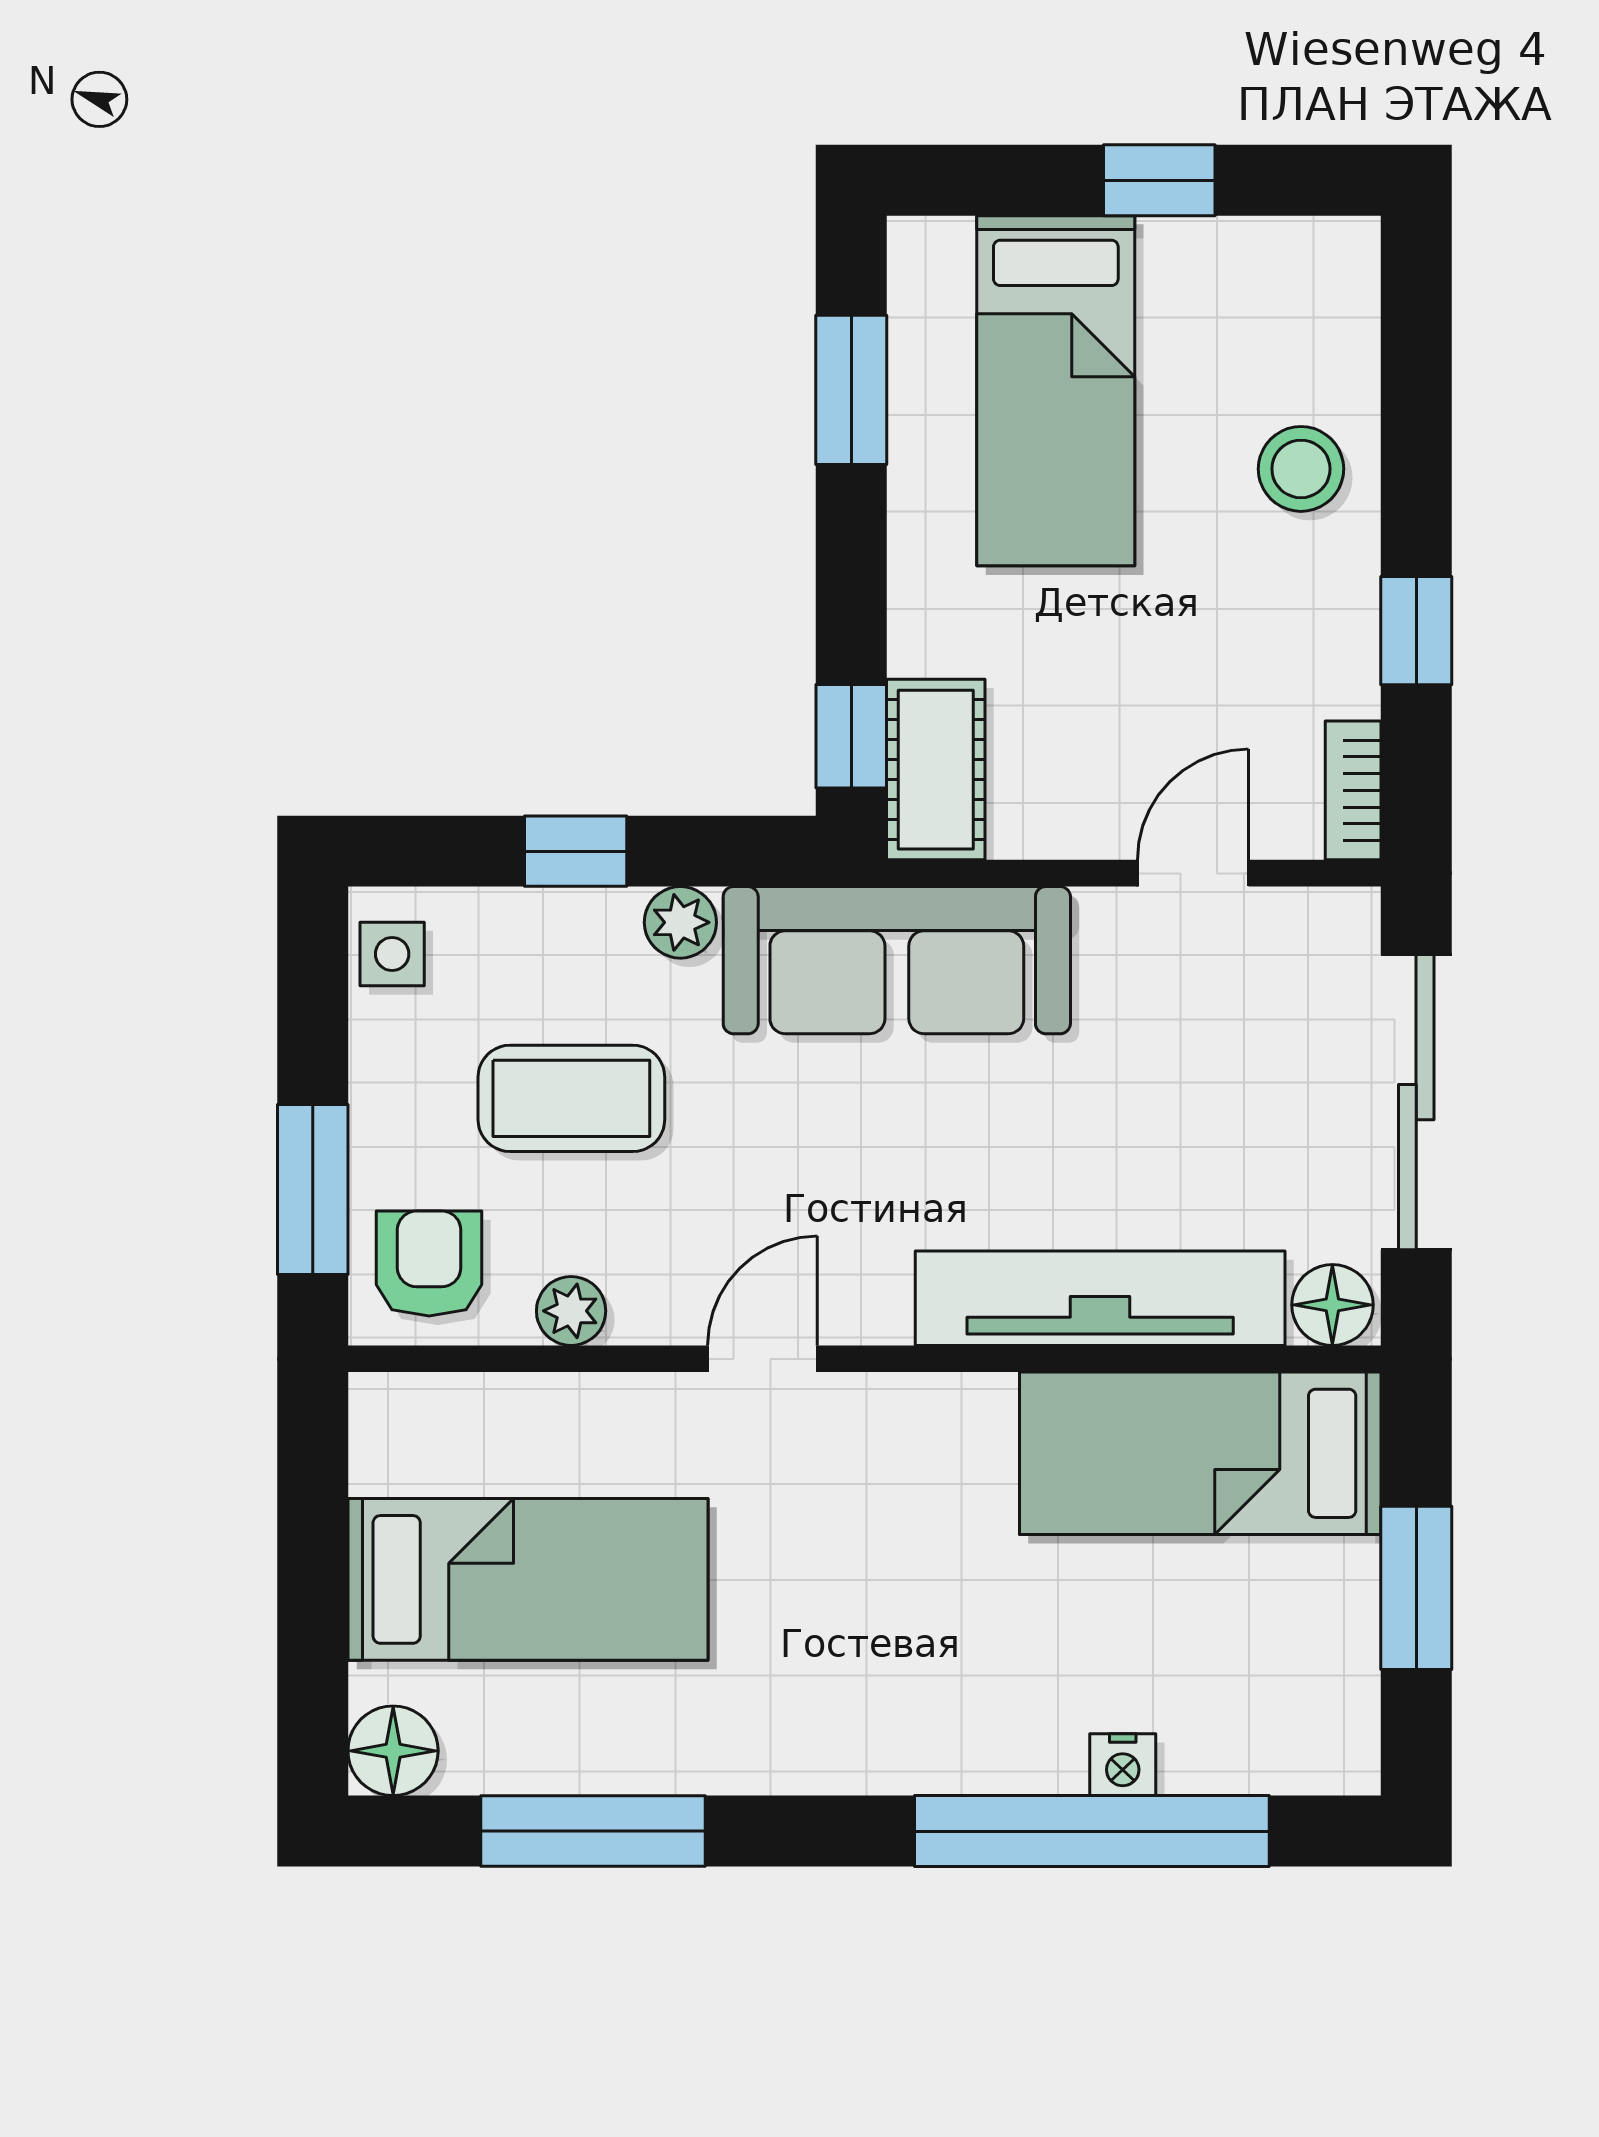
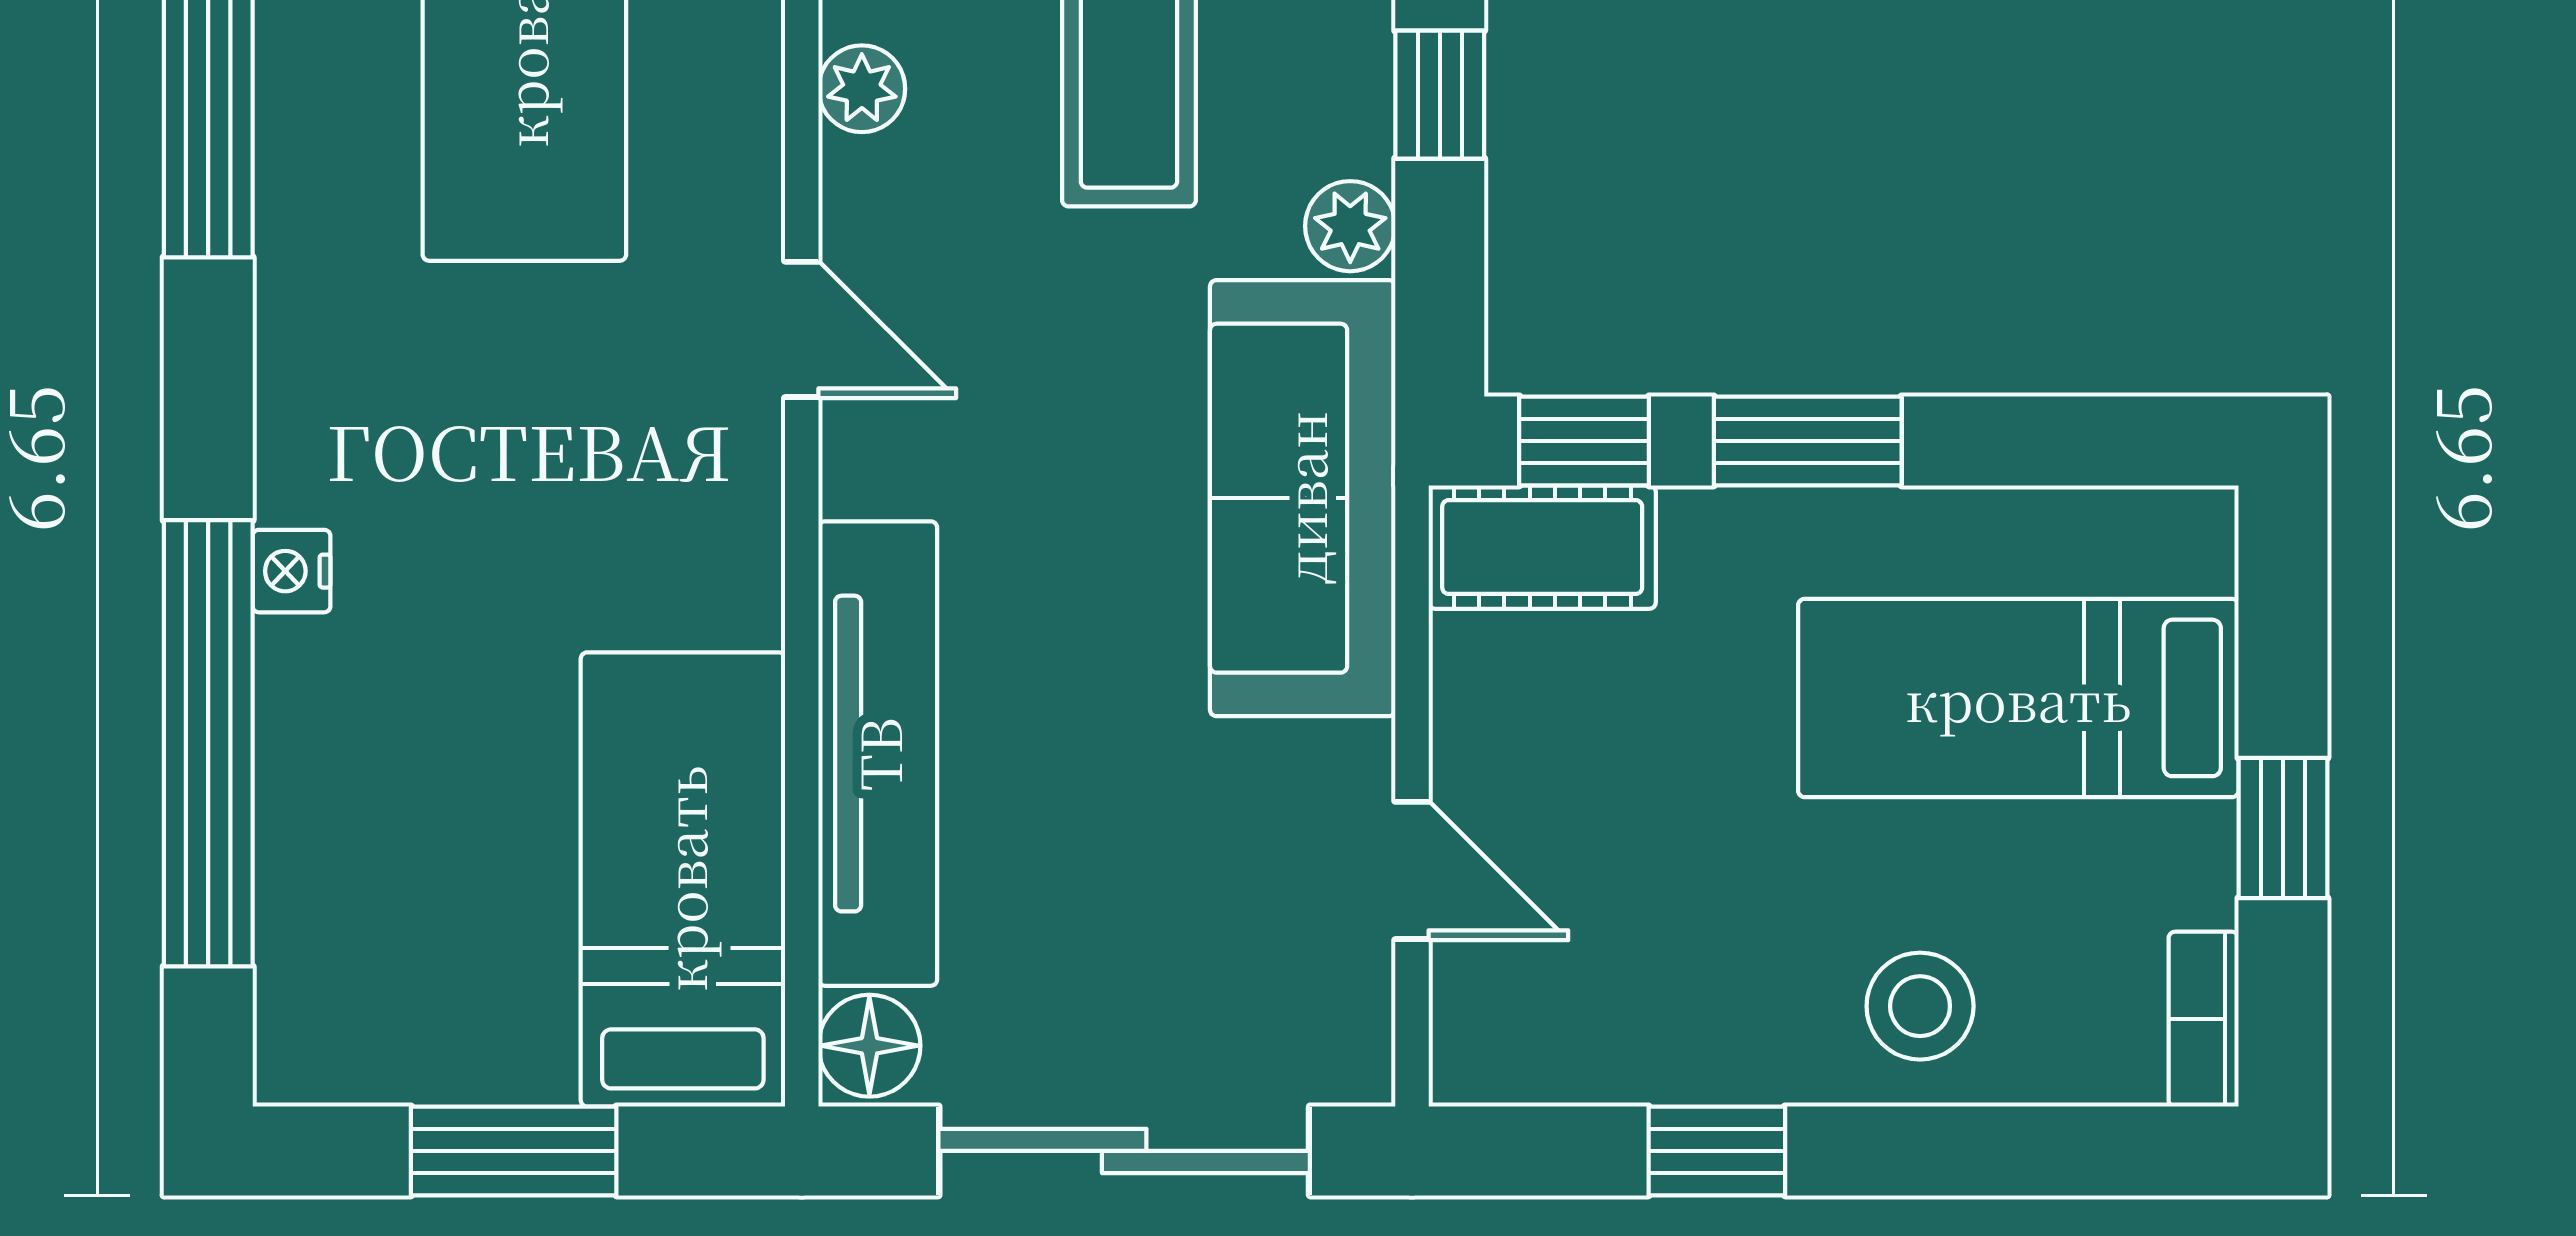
window: (851, 390) -> (1808, 441), moved
bookcase: (1353, 790) -> (2204, 1019), moved, turned -90
nightstand: (1123, 1765) -> (292, 571), moved

